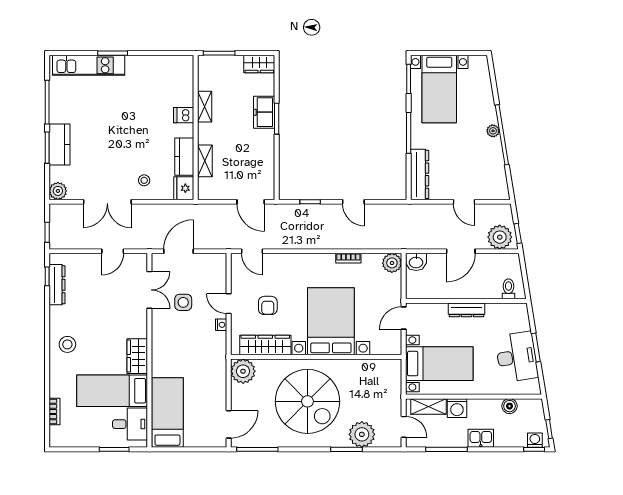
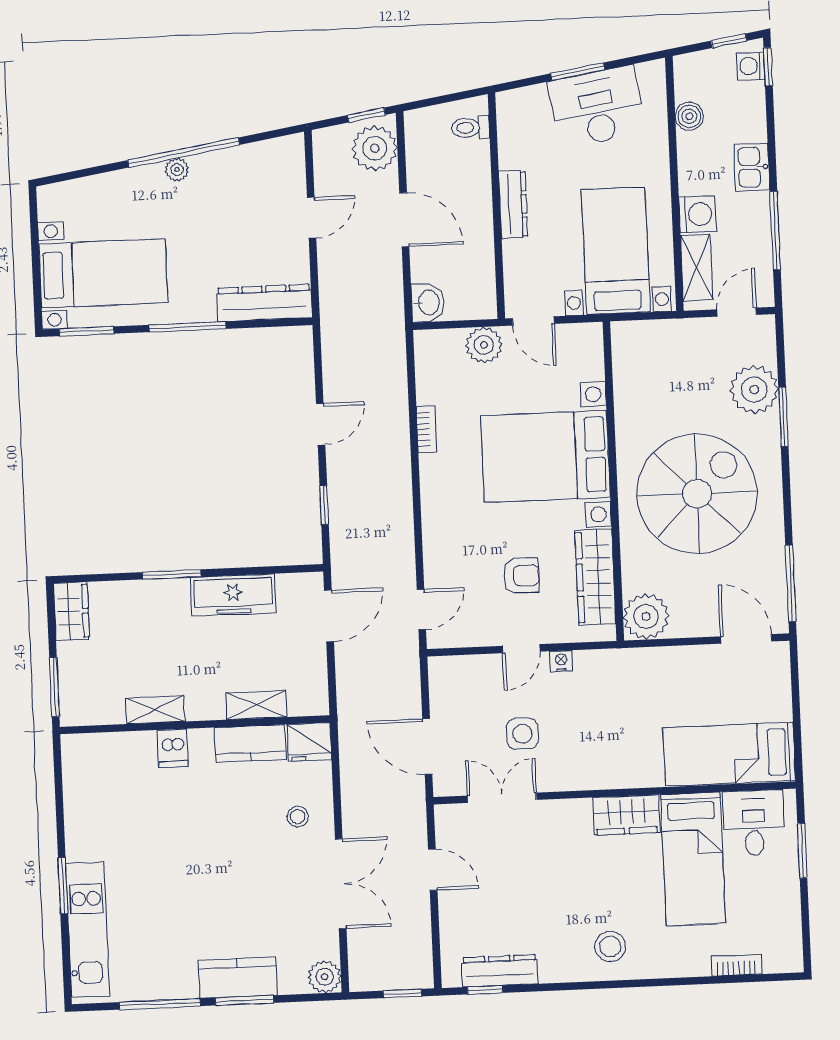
freezer: (264, 112) -> (233, 595), moved, width x1.40
plant: (392, 263) -> (484, 345), moved

